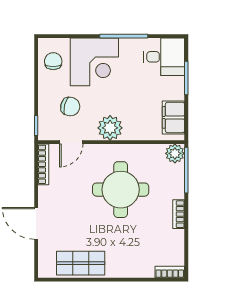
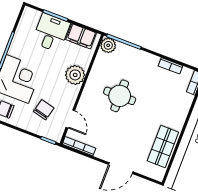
desk: (164, 57) -> (51, 33), moved
plant: (110, 128) -> (75, 75), moved
round table: (121, 190) -> (120, 96), width x0.73, depth x0.73
bookcase: (179, 214) -> (171, 66), moved

